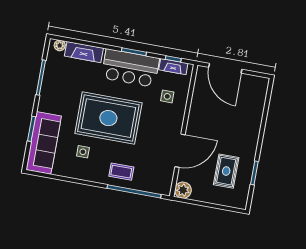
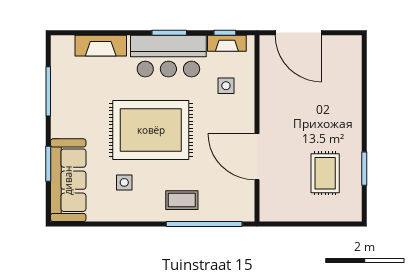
plant: (60, 45) -> (66, 43), removed
door: (180, 151) -> (257, 157), swing flipped
plant: (183, 190) -> (271, 210), removed

